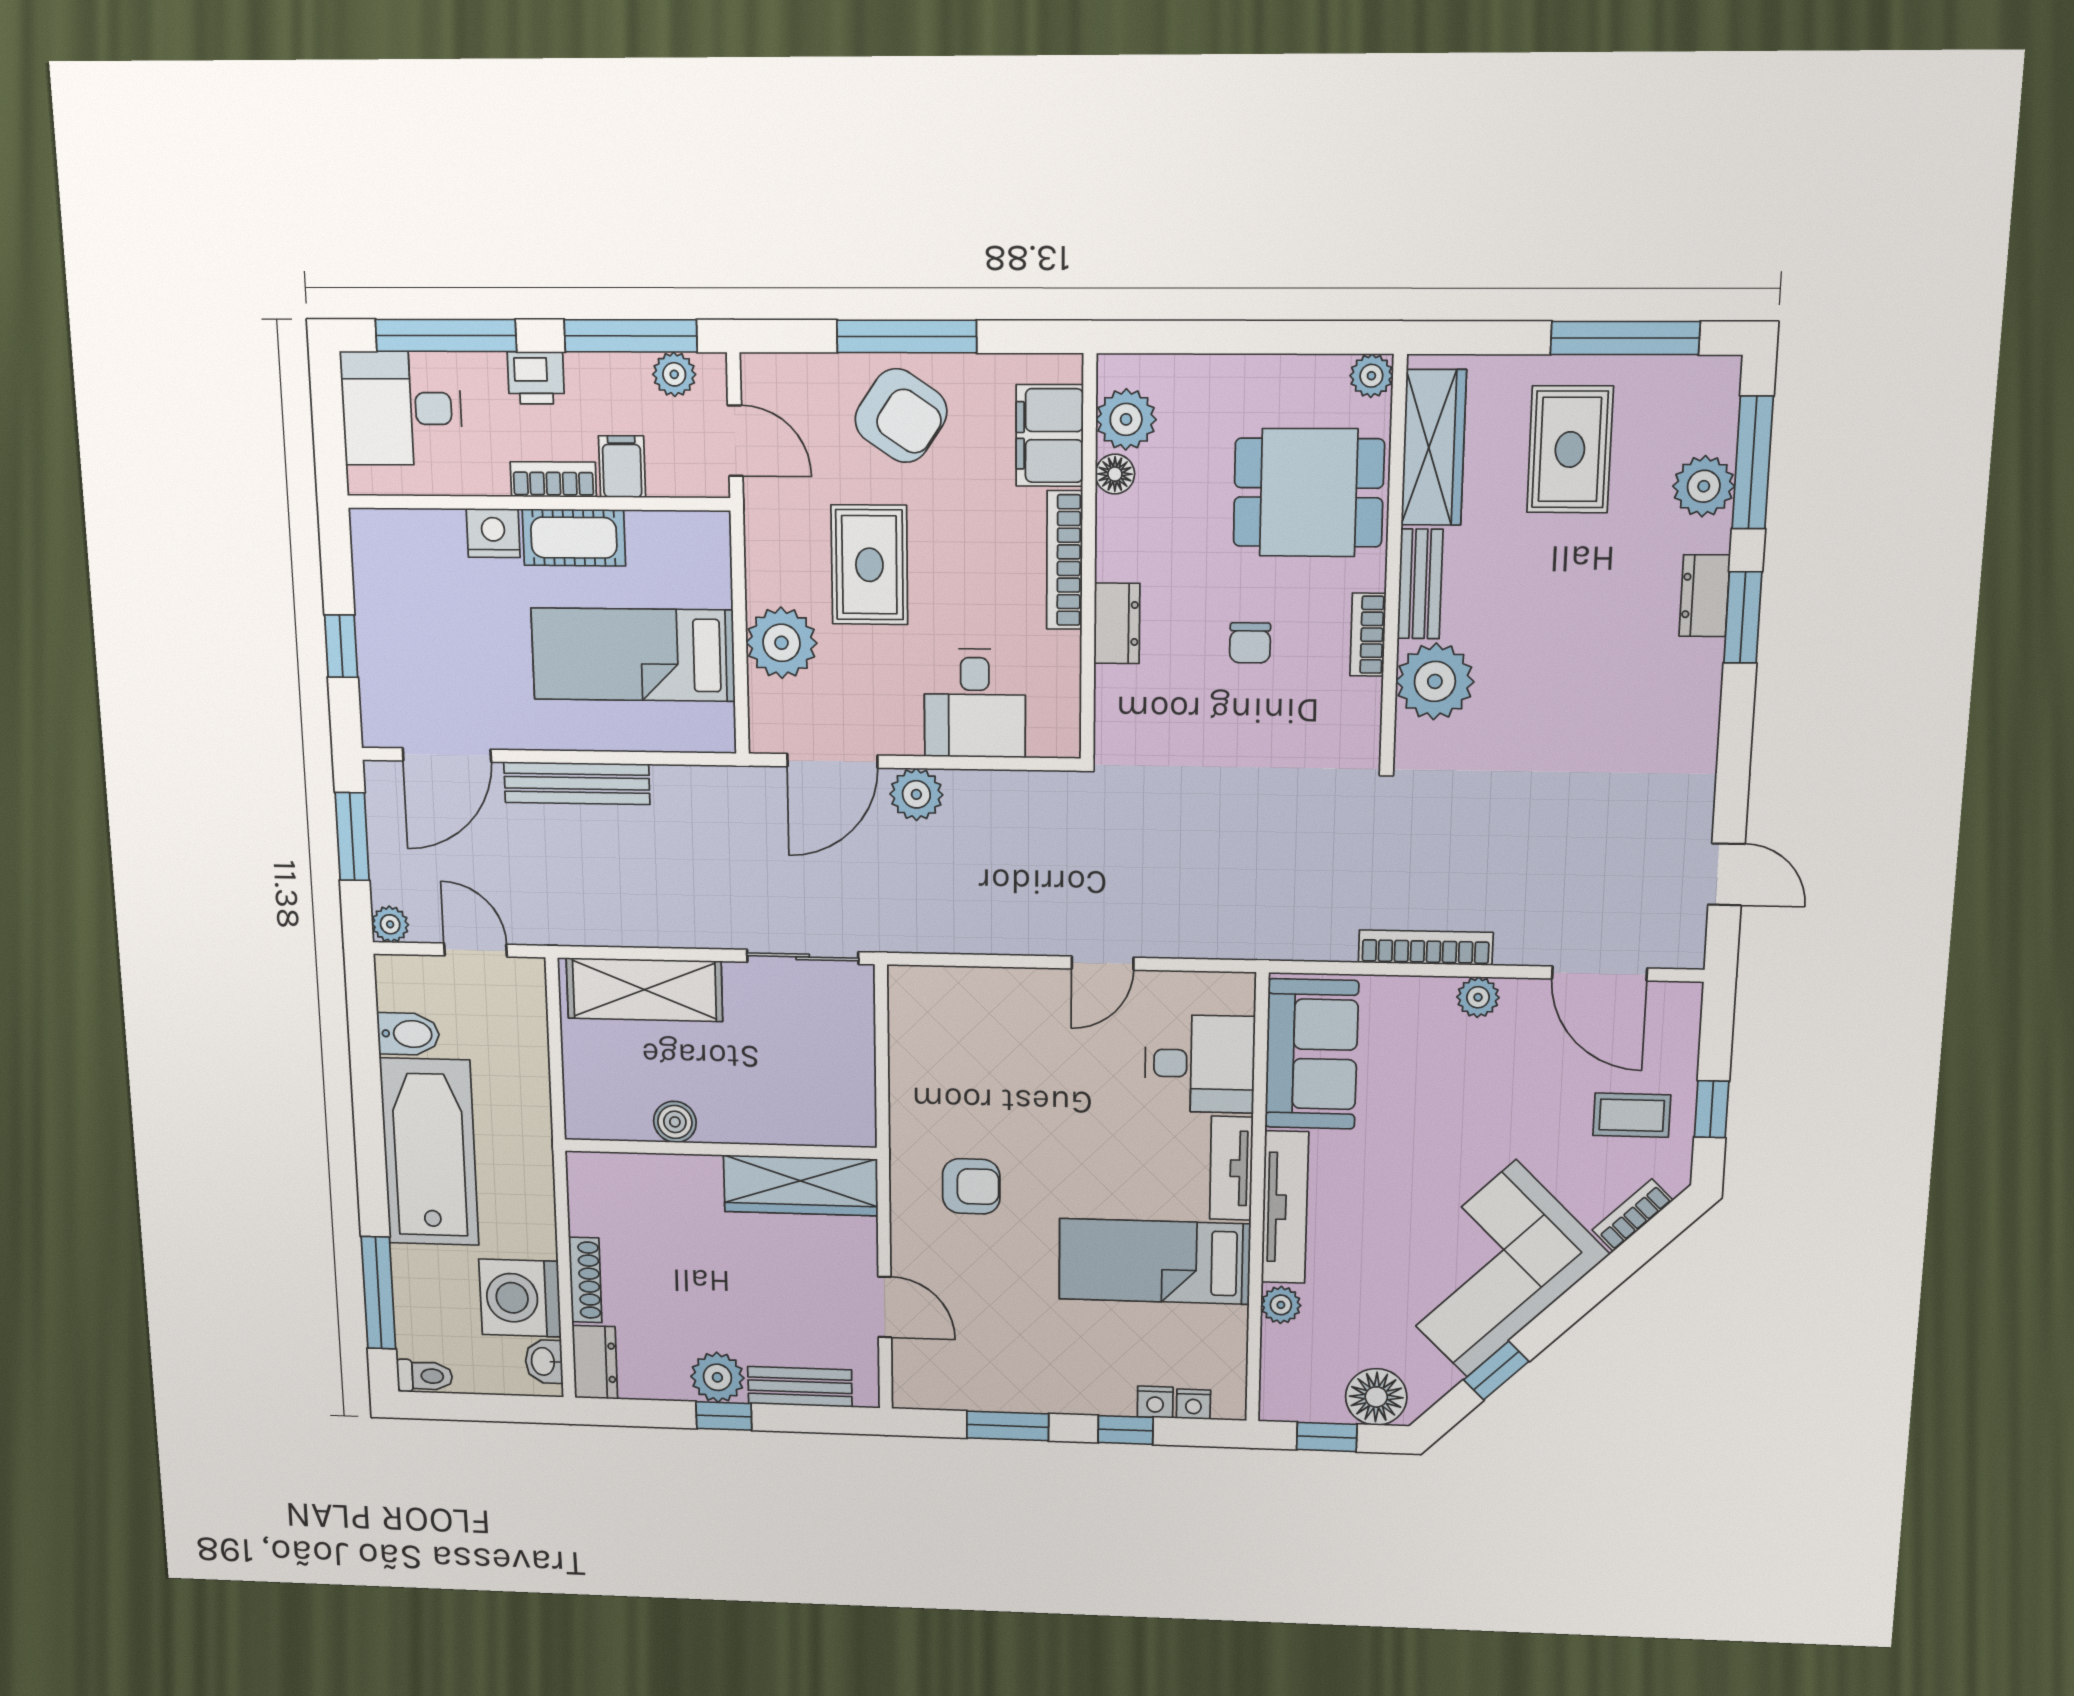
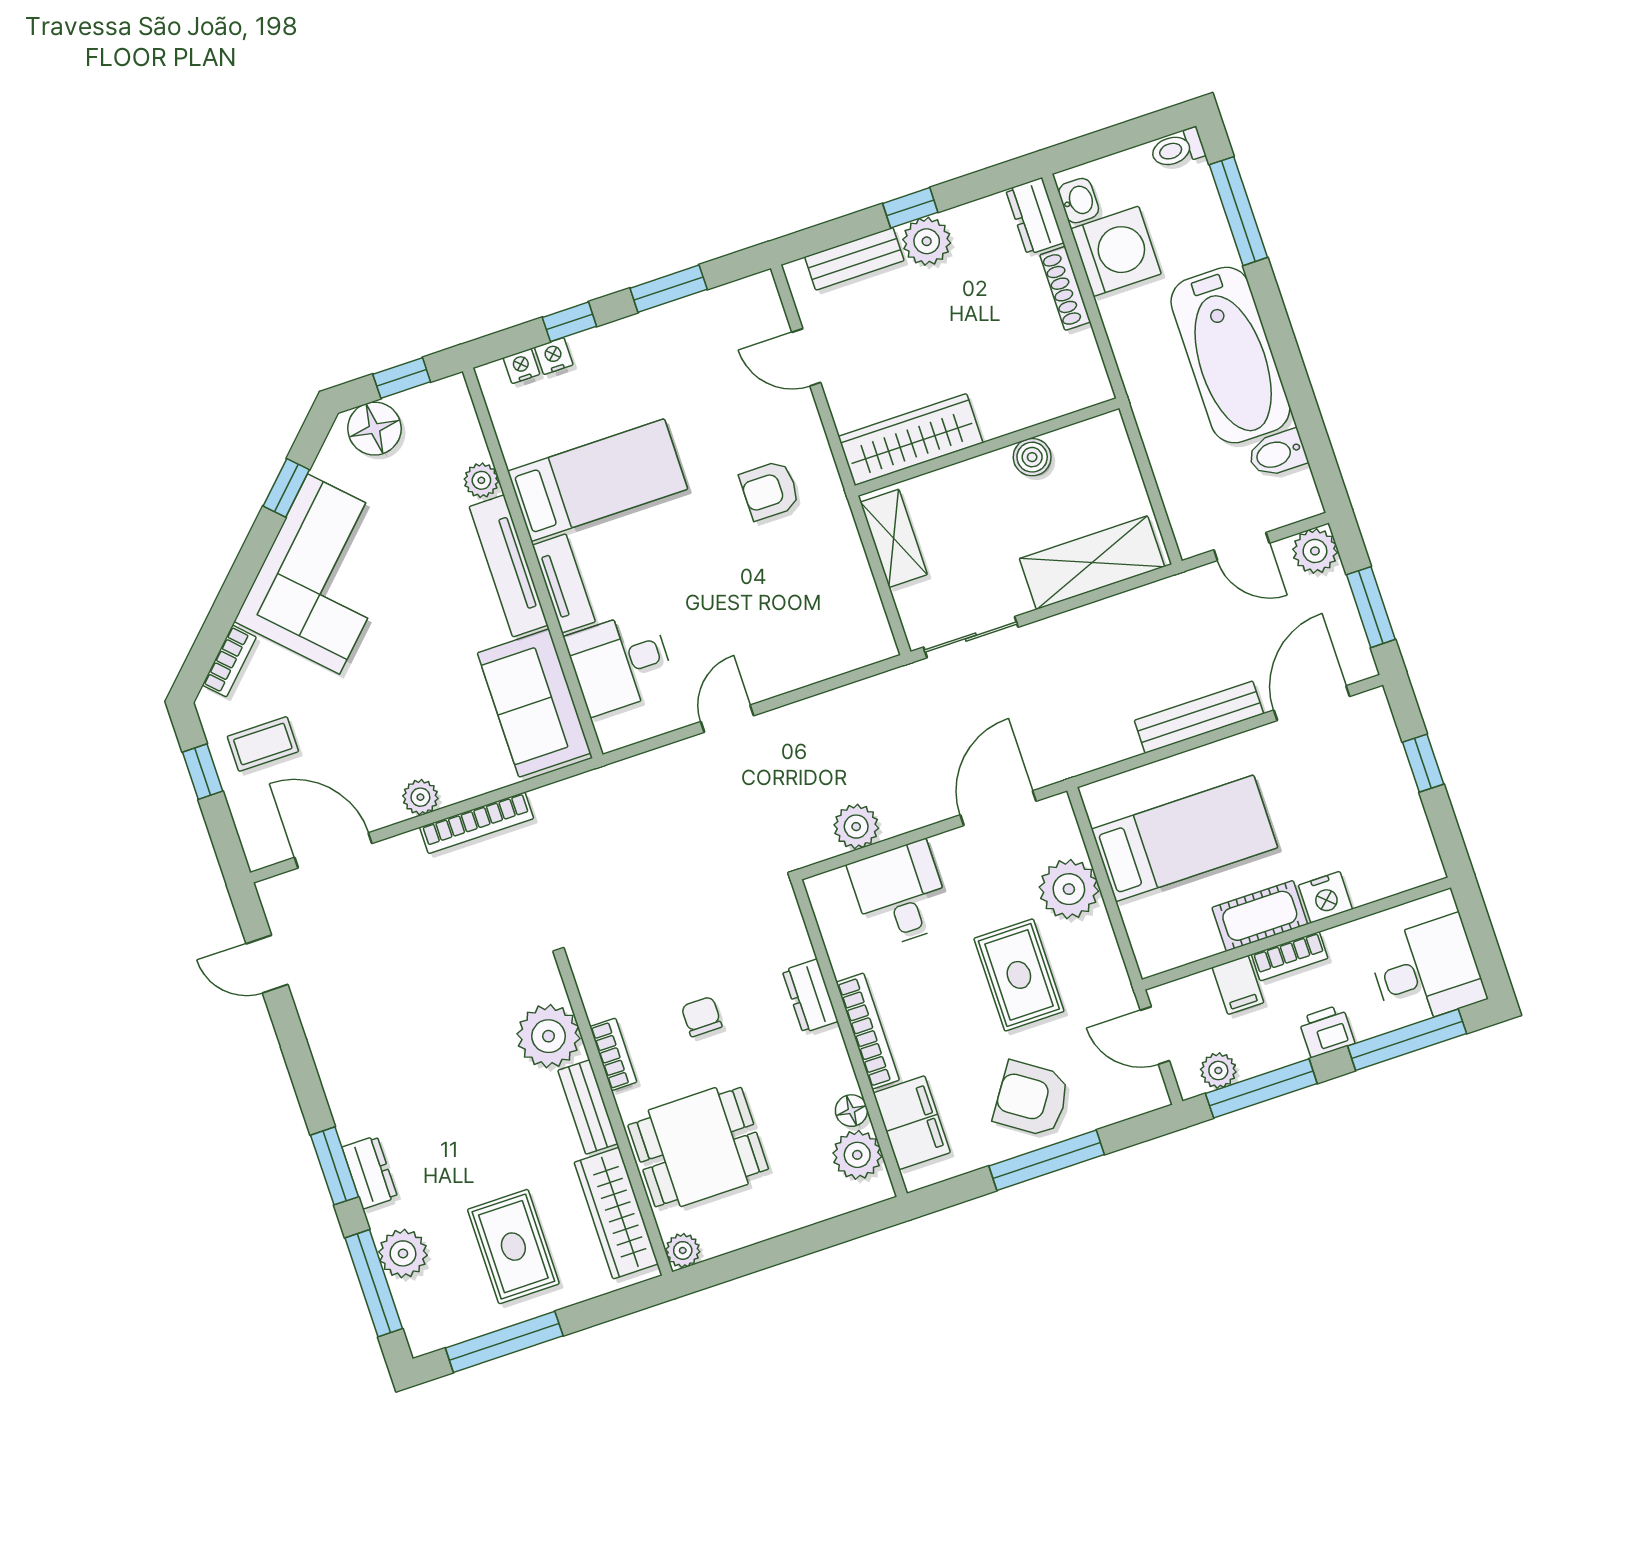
plant: (916, 794) -> (856, 827), moved
plant: (390, 924) -> (1315, 551), width x1.38, depth x1.38
shelving: (853, 1090) -> (894, 538), added

